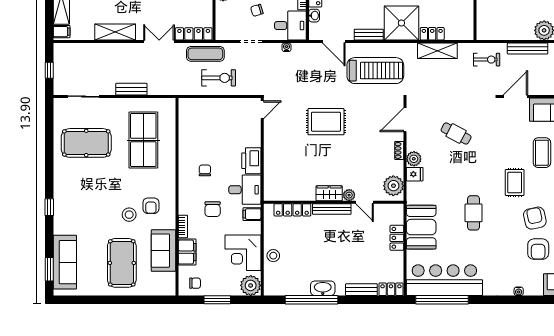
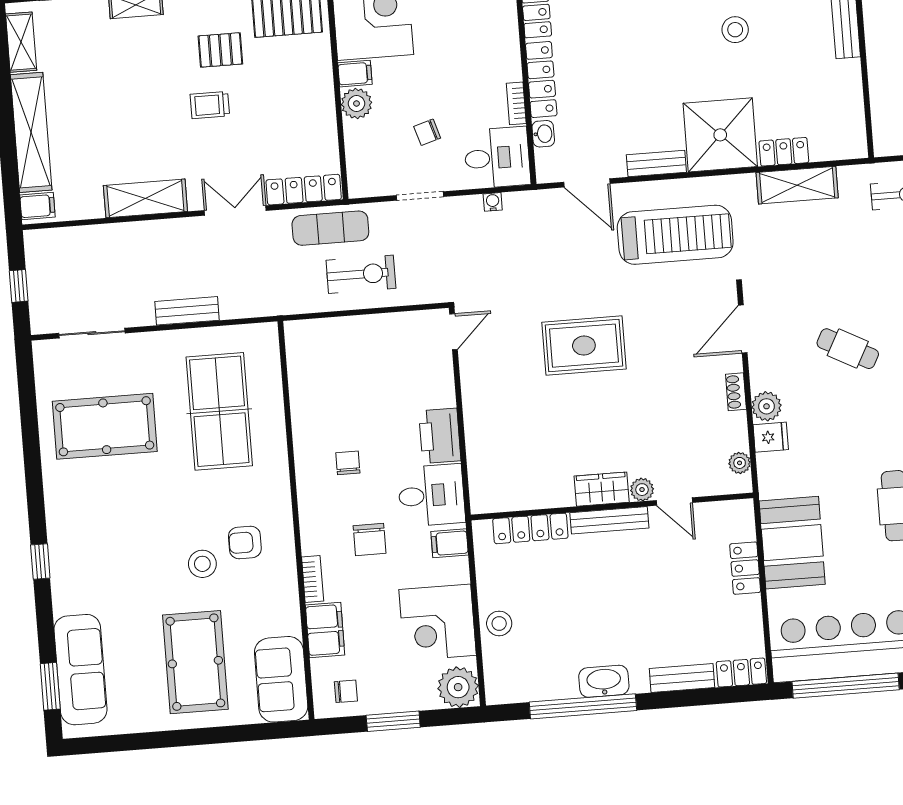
plant: (393, 186) -> (740, 463), width x0.53, depth x0.53
armchair: (151, 206) -> (245, 542), turned 90
sofa: (163, 251) -> (281, 679), moved

